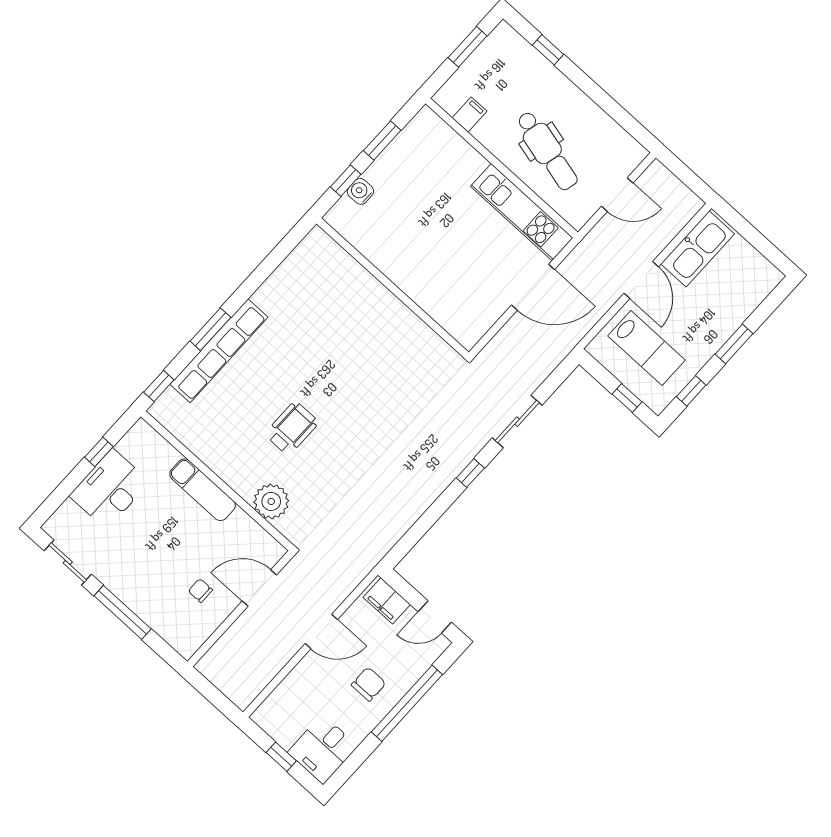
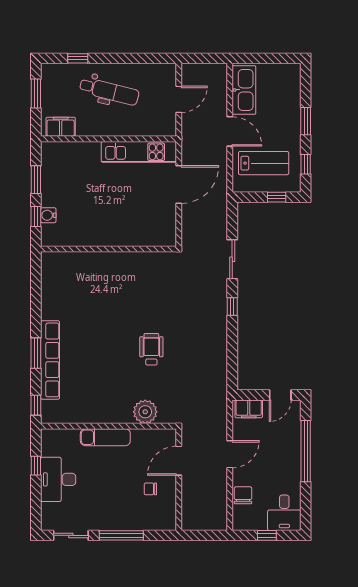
filing cabinet: (469, 115) -> (61, 127), width x2.00
dental chair: (547, 151) -> (109, 91), moved
wheelchair: (292, 428) -> (151, 349), moved
chair: (369, 684) -> (243, 495), moved

